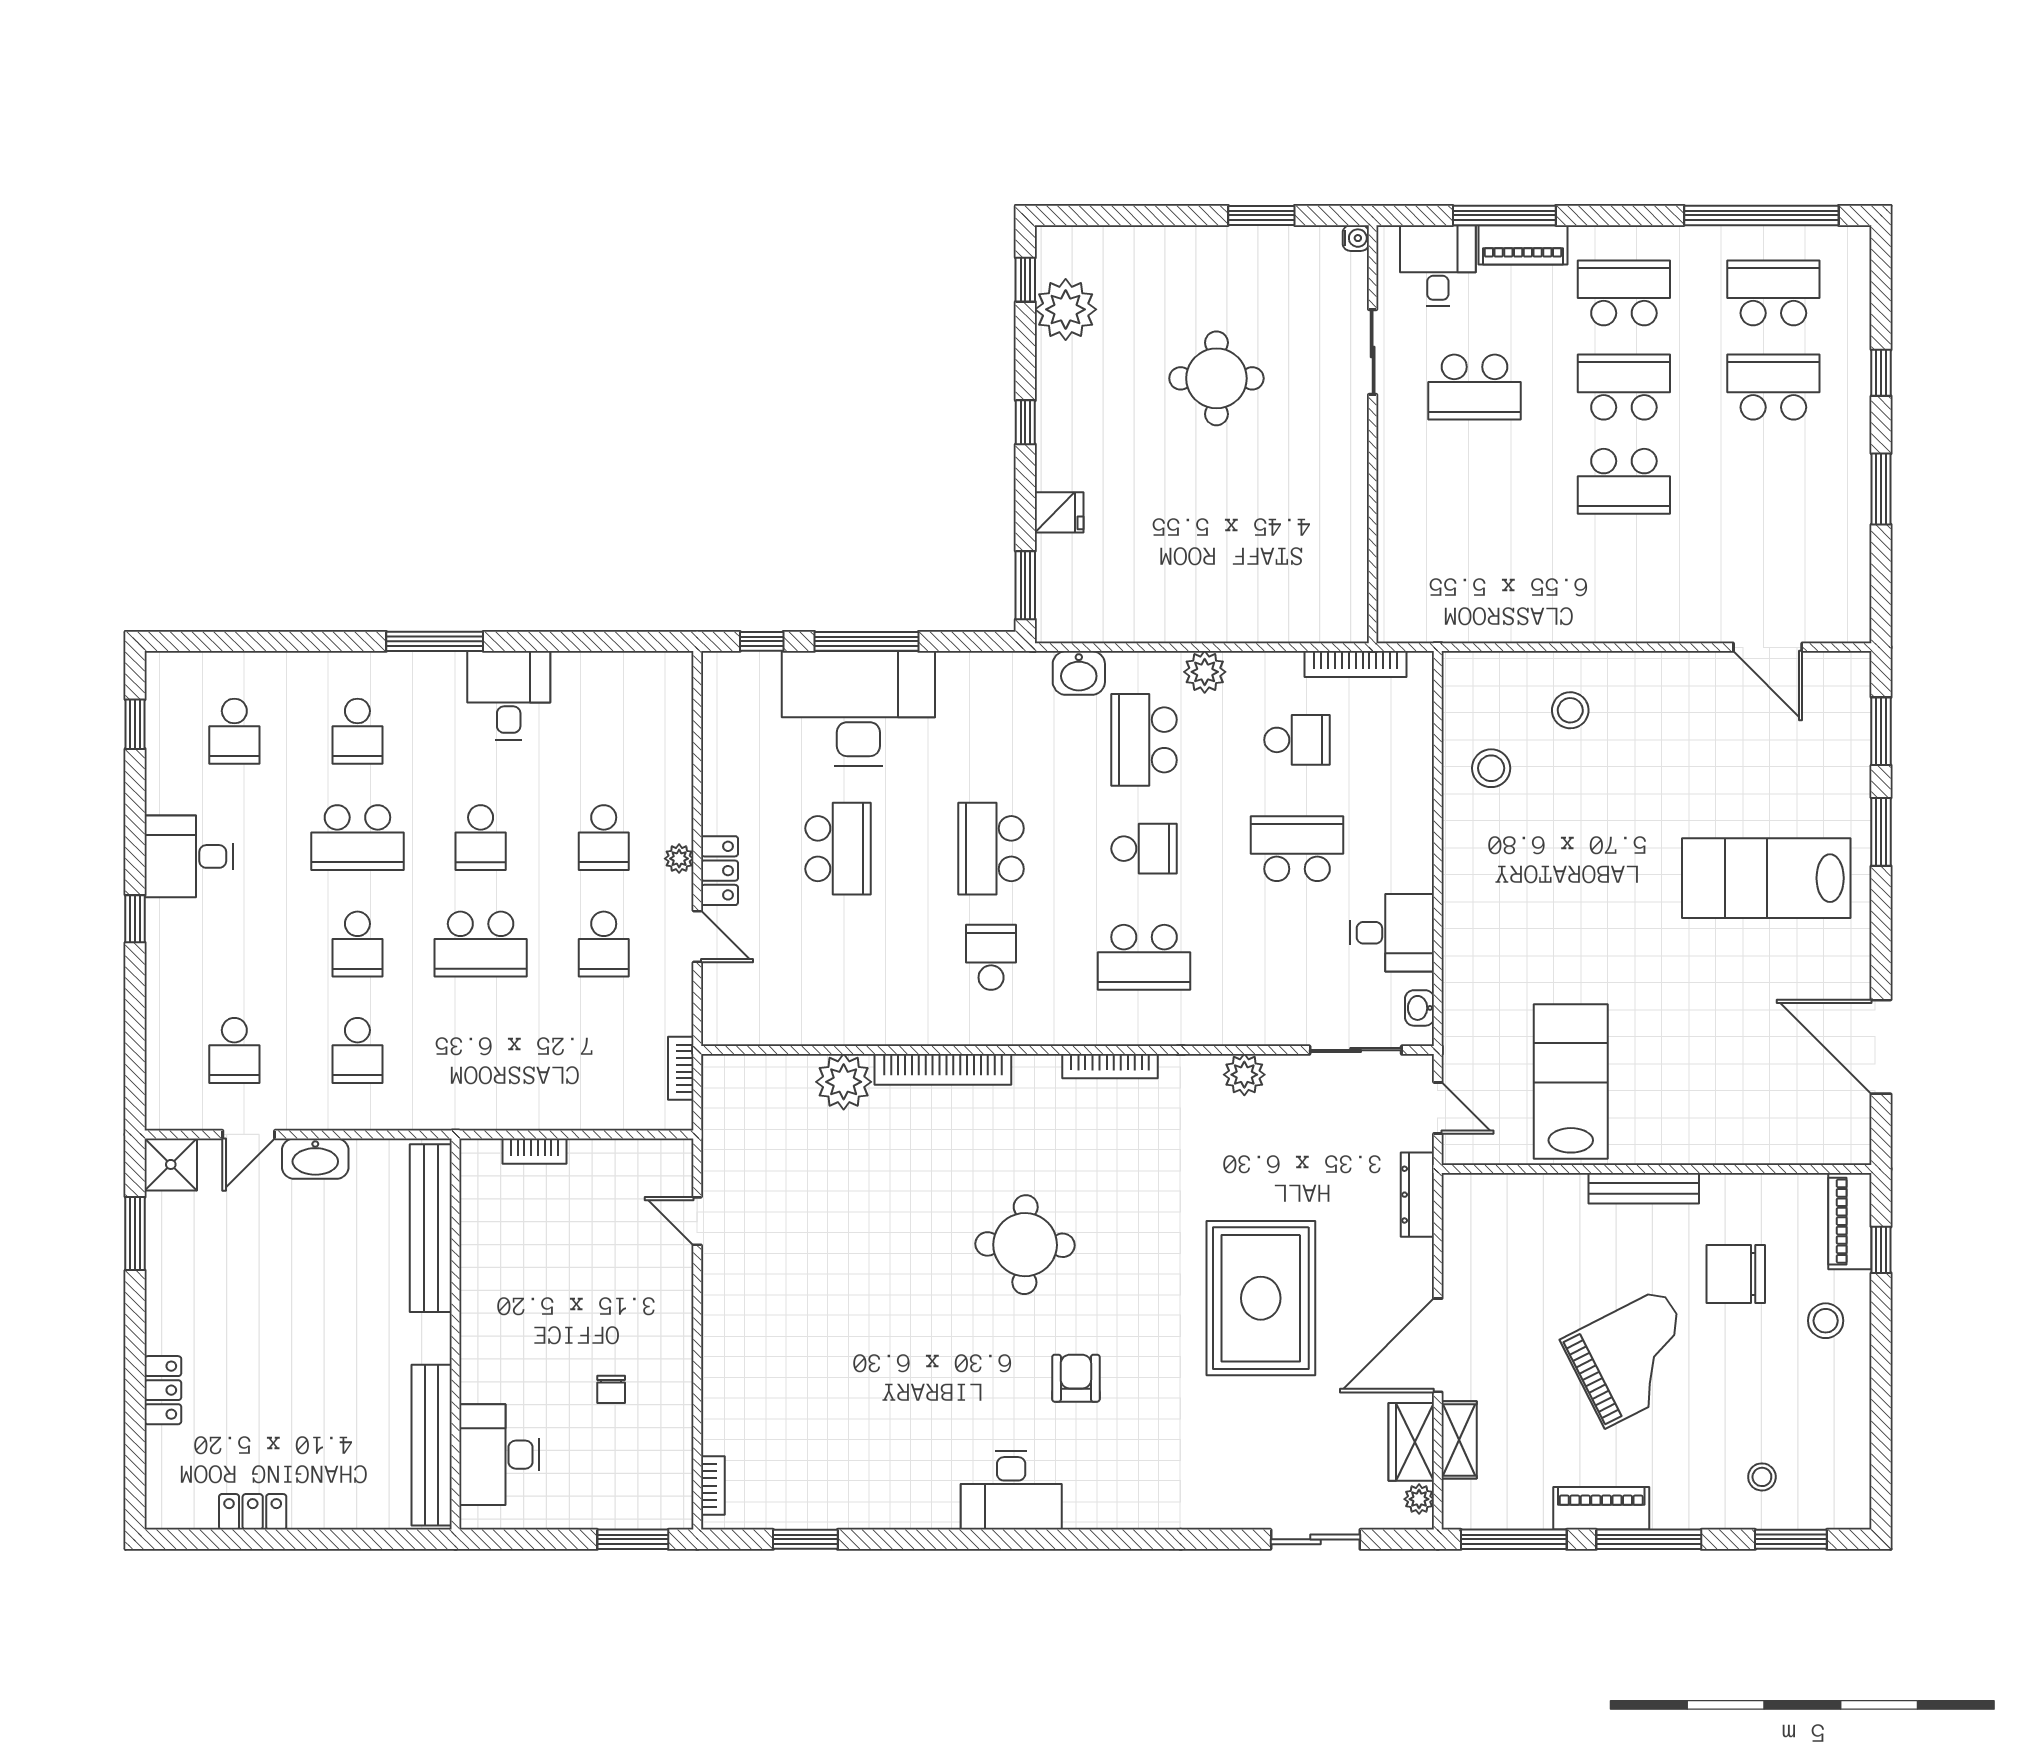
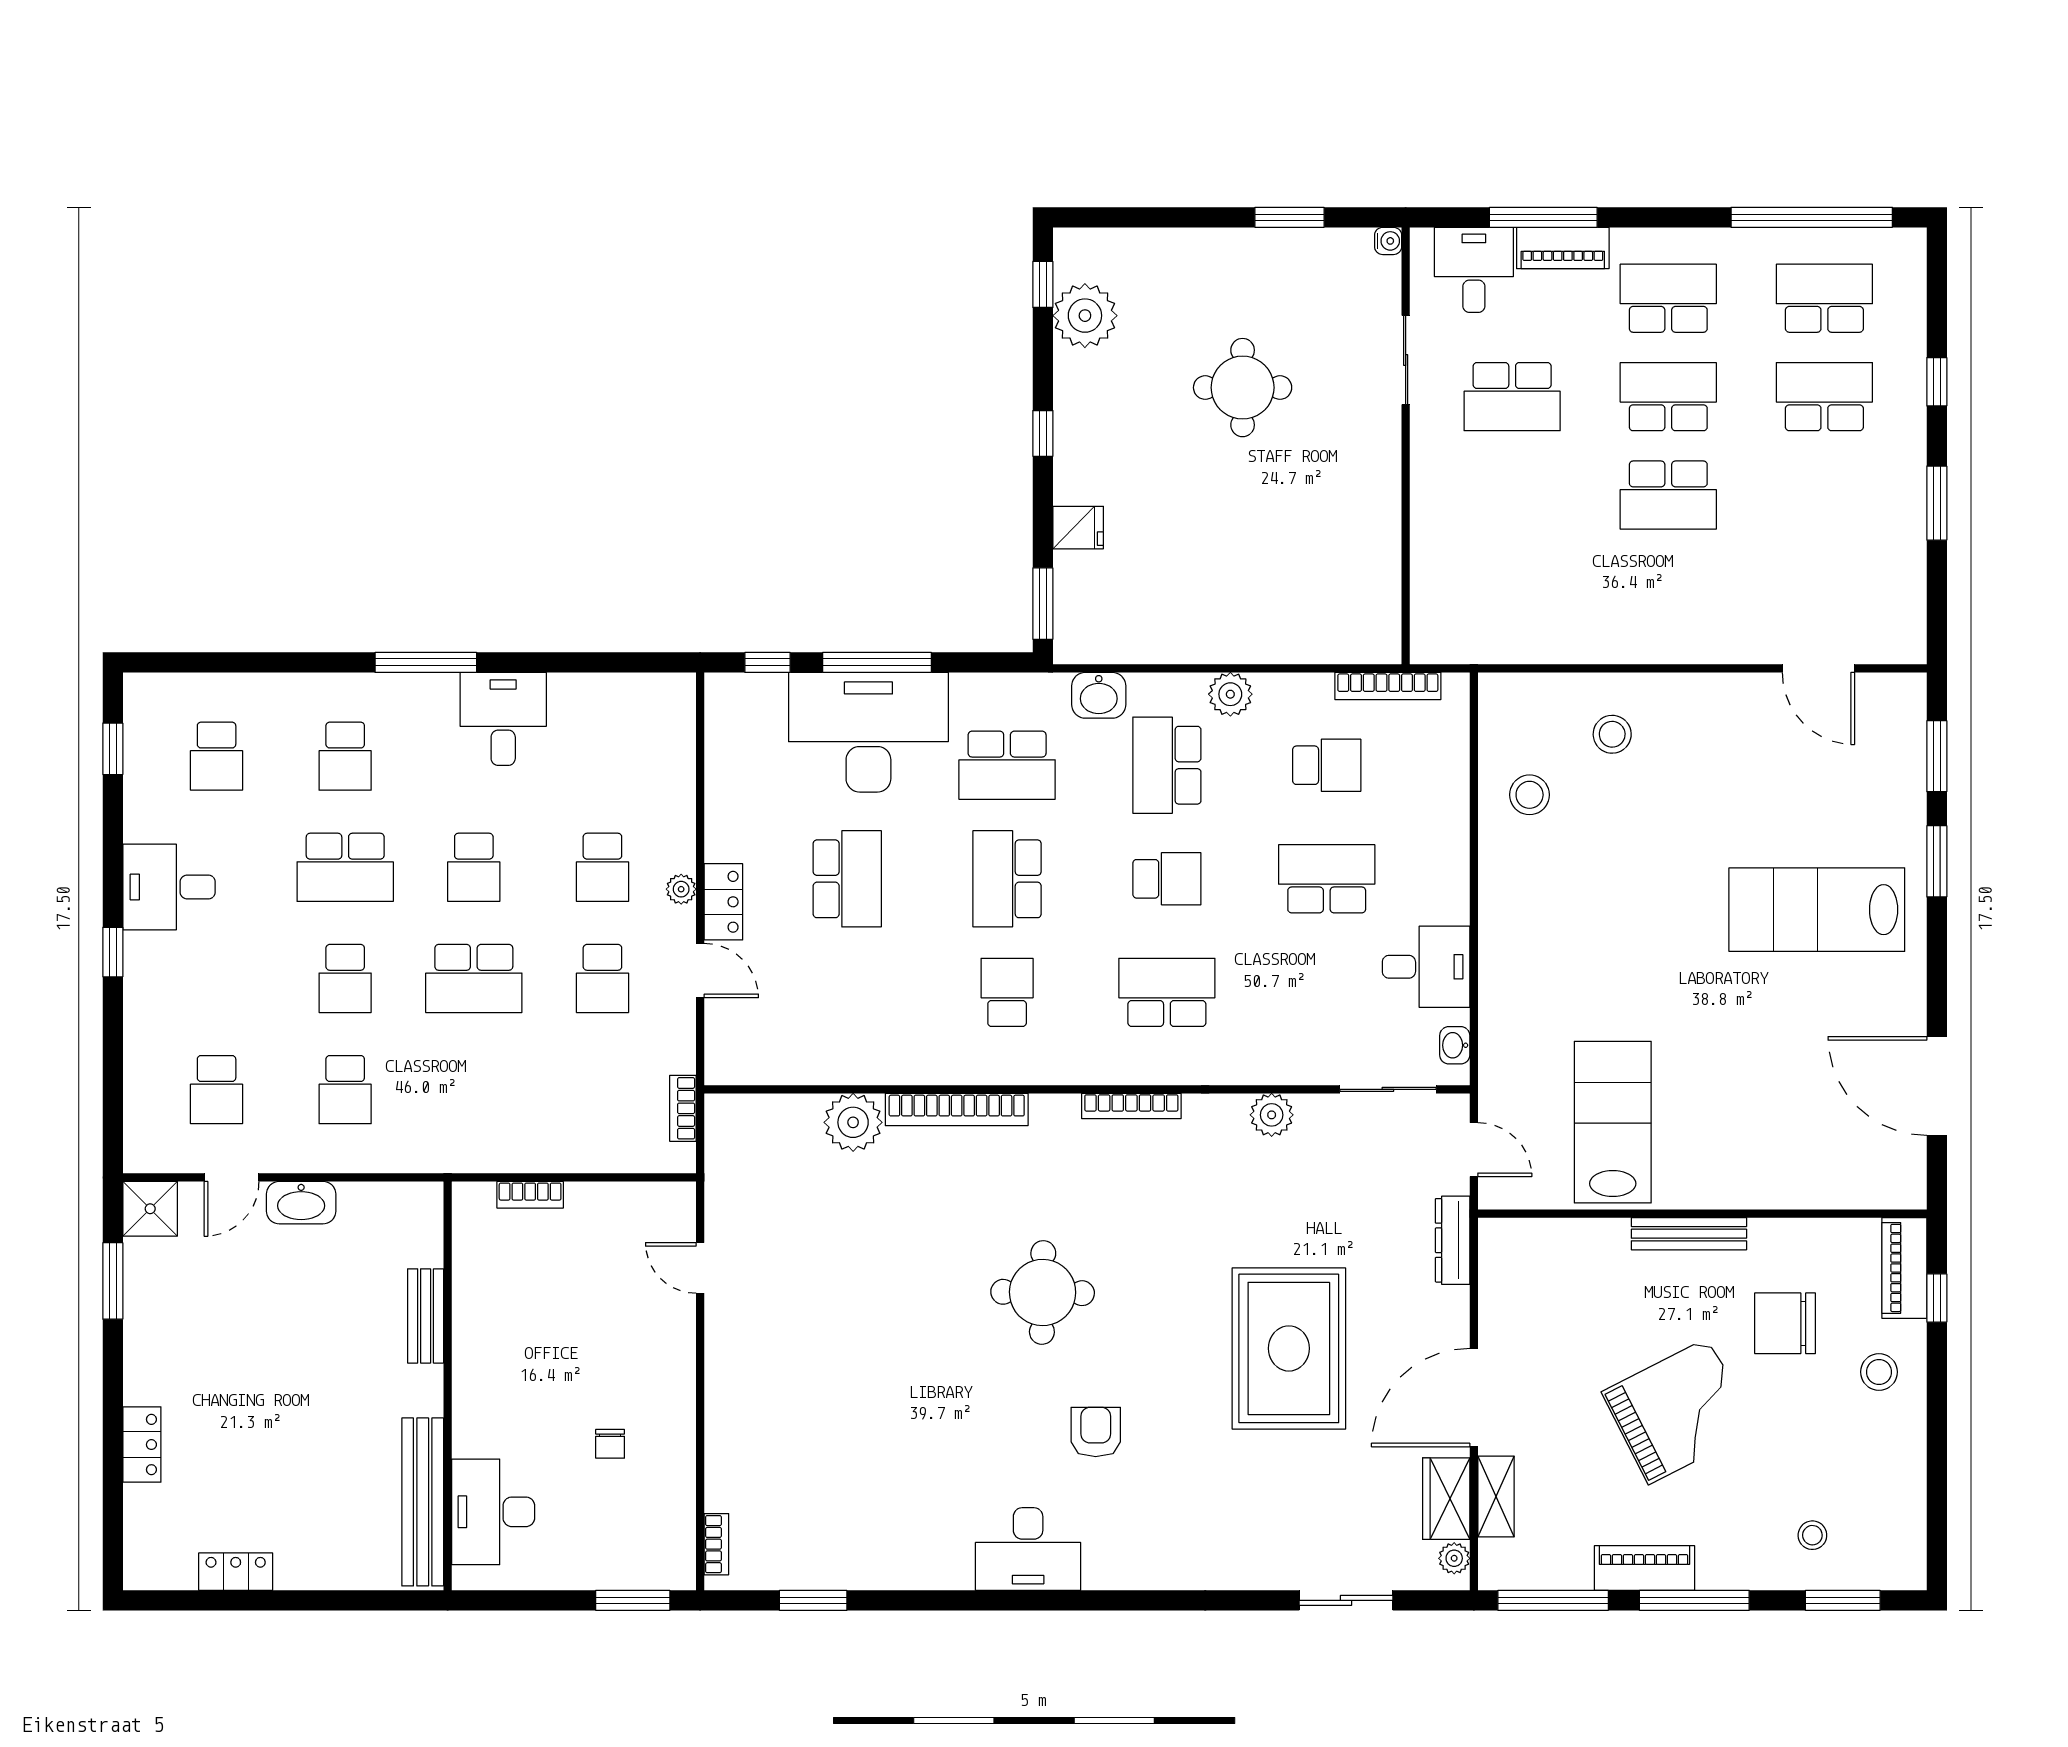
school desk: (991, 740) -> (1007, 765), added
school desk: (1144, 957) -> (1167, 992), turned 180
bench: (431, 1228) -> (426, 1316), width x0.54, depth x0.82

